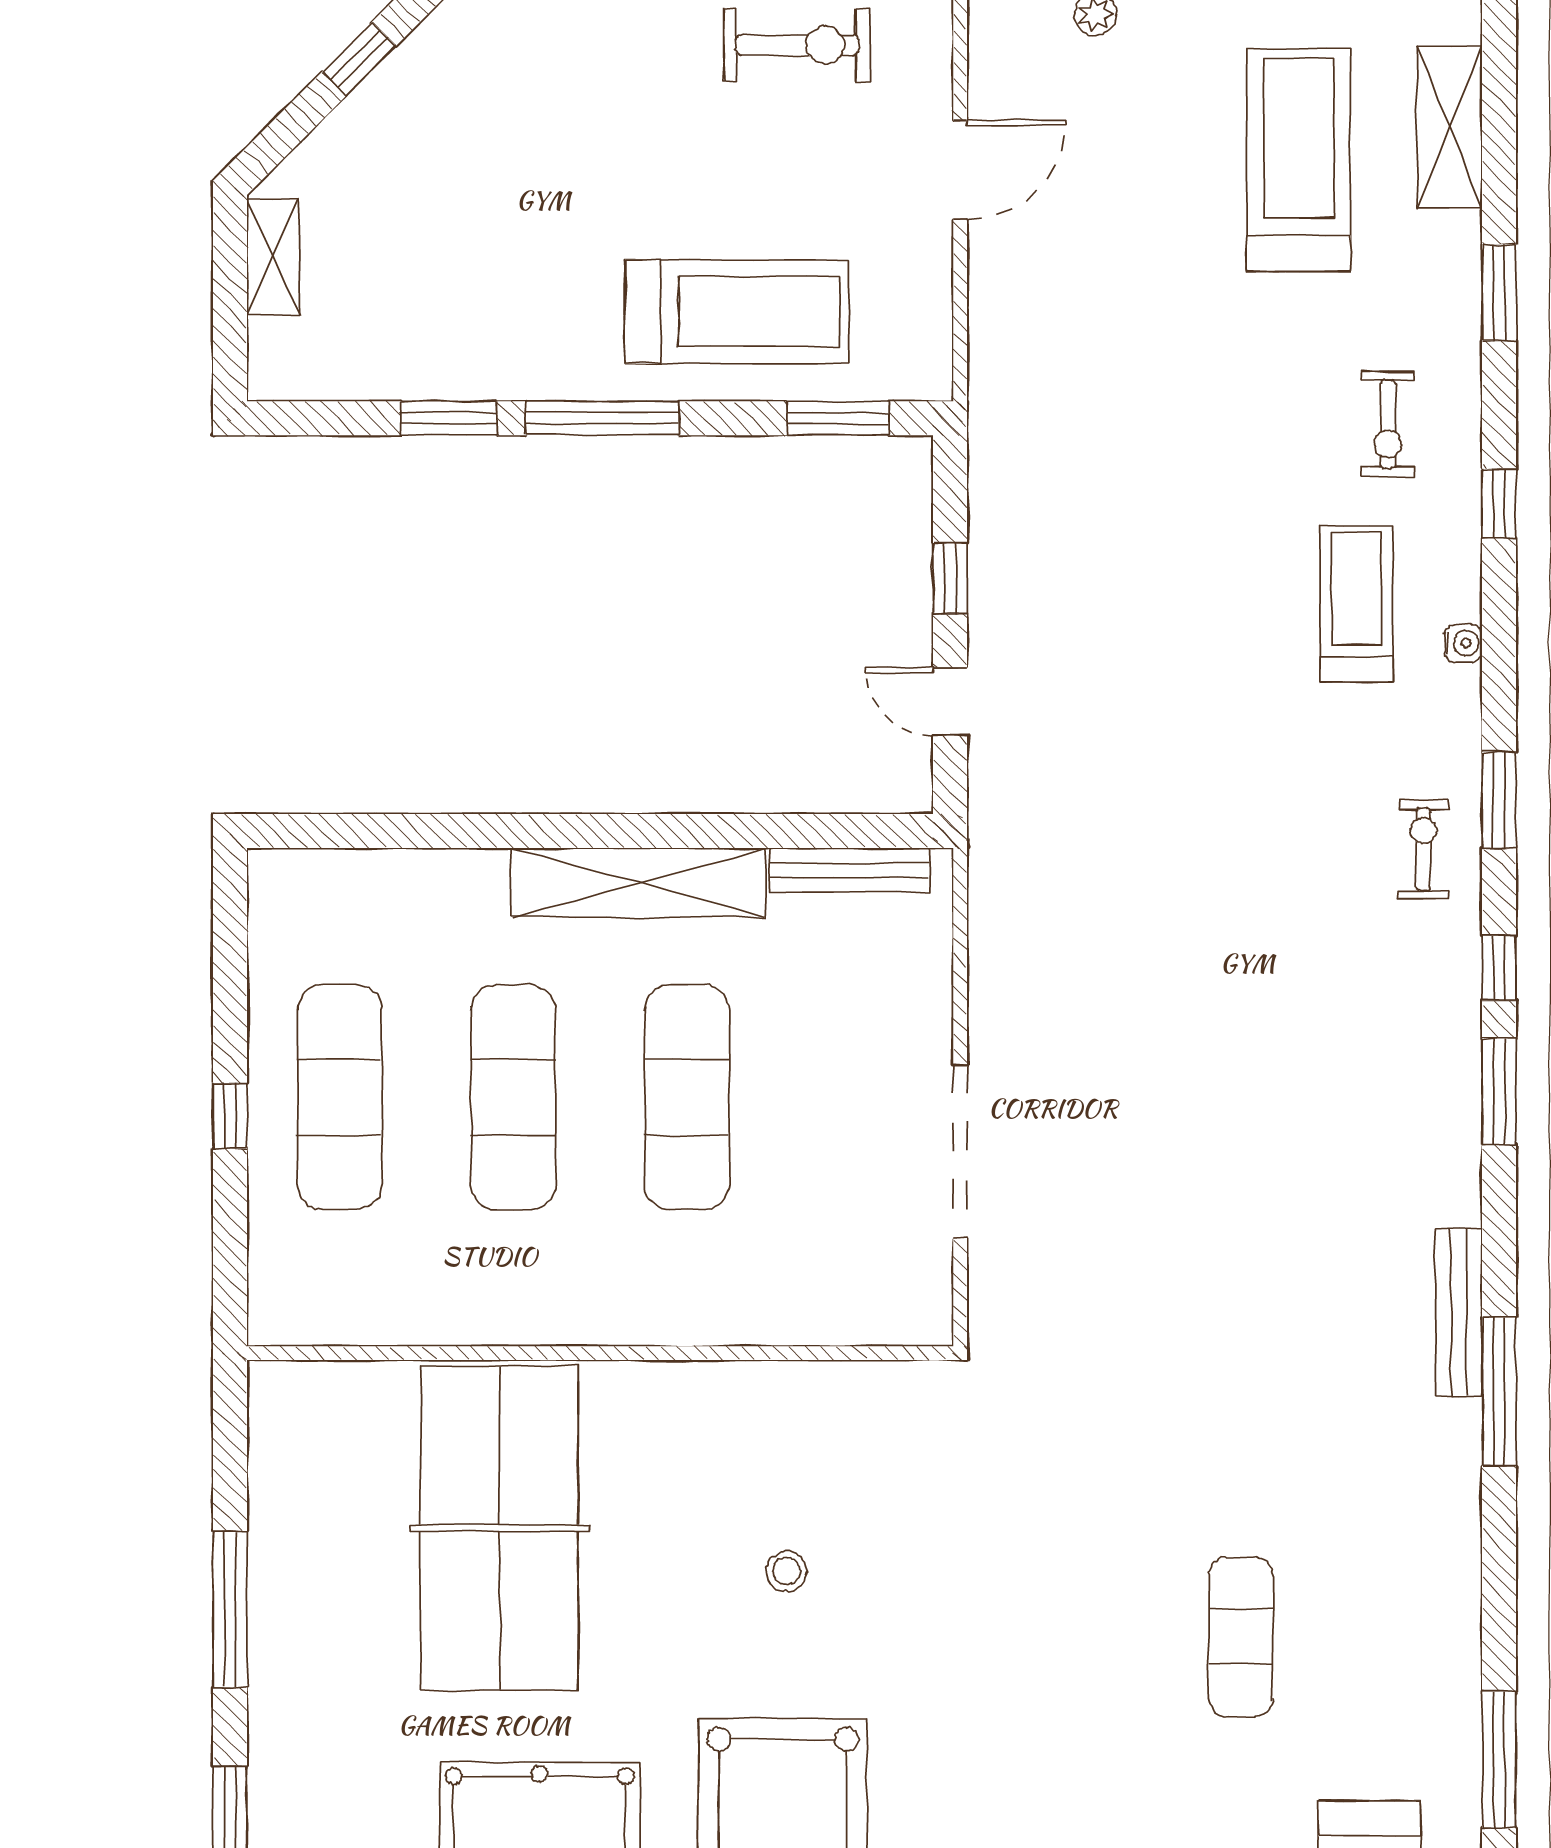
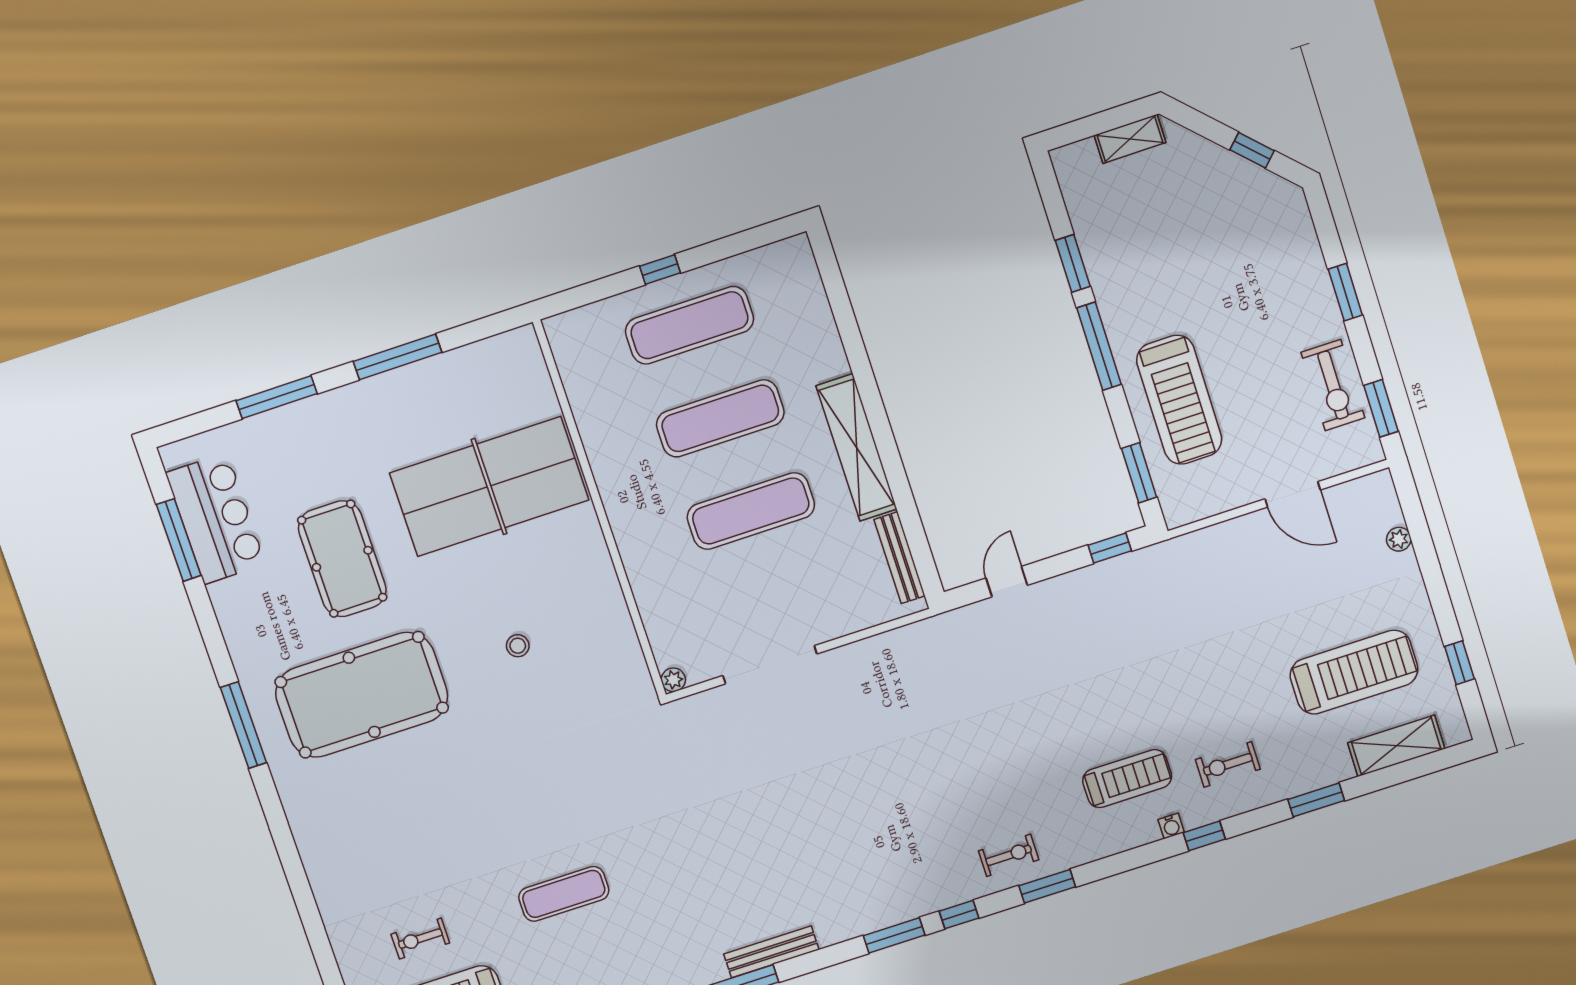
window: (950, 578) -> (1110, 548), moved
water cooler: (1463, 643) -> (1171, 826), moved
plant: (932, 1325) -> (673, 680), added

